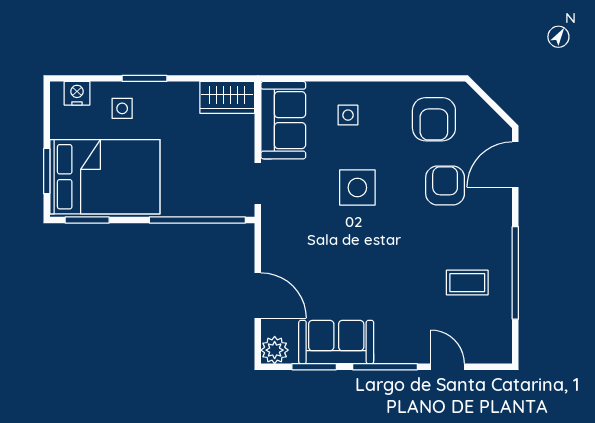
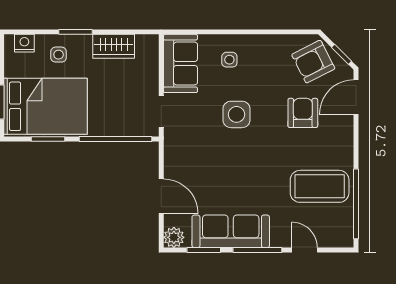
wardrobe: (227, 97) -> (114, 46), moved
window: (496, 108) -> (342, 54), added
armchair: (434, 119) -> (313, 62), moved, turned 63
window: (87, 220) -> (48, 139), moved
window: (515, 273) -> (356, 204), moved
coffee table: (467, 283) -> (320, 186), width x1.86, depth x1.72
sofa: (336, 342) -> (231, 231), width x1.36

